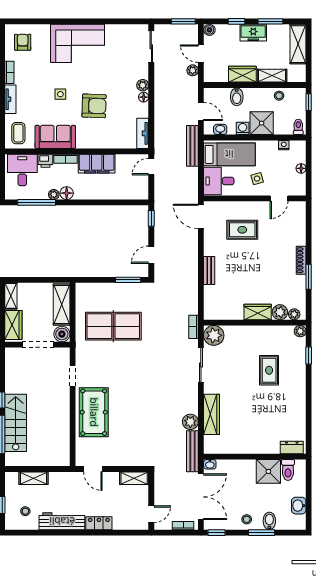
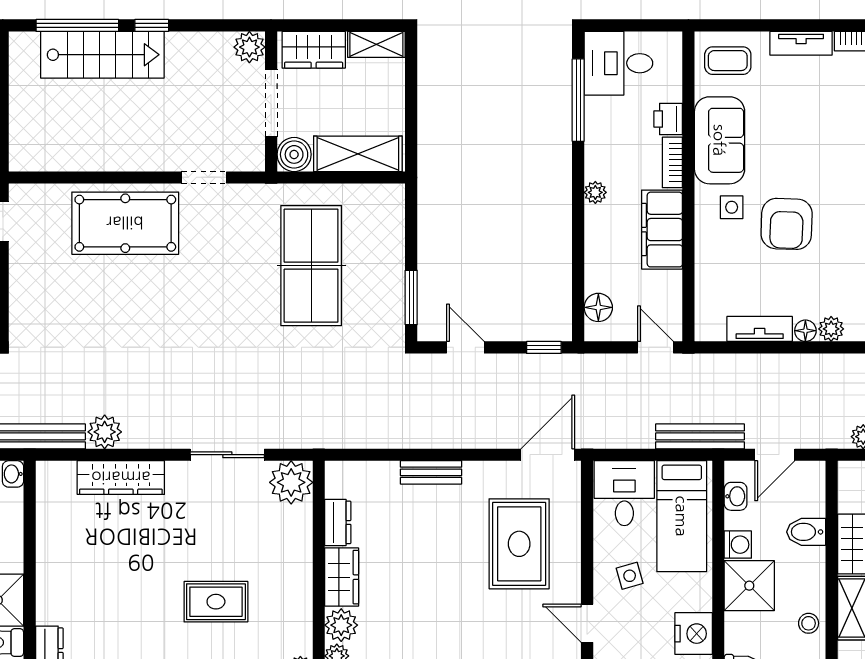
side table: (60, 94) -> (732, 207), moved
tv unit: (143, 133) -> (760, 329), moved
nightstand: (284, 145) -> (694, 634), width x1.89, depth x1.79
desk: (22, 170) -> (618, 63), moved, turned 180
floor lamp: (67, 193) -> (598, 307), moved
plant: (54, 194) -> (595, 192), moved
rug: (242, 230) -> (519, 544), width x1.36, depth x1.43
dresser: (232, 314) -> (338, 522), added
bookcase: (194, 327) -> (309, 439), removed
plant: (12, 355) -> (249, 47), added

